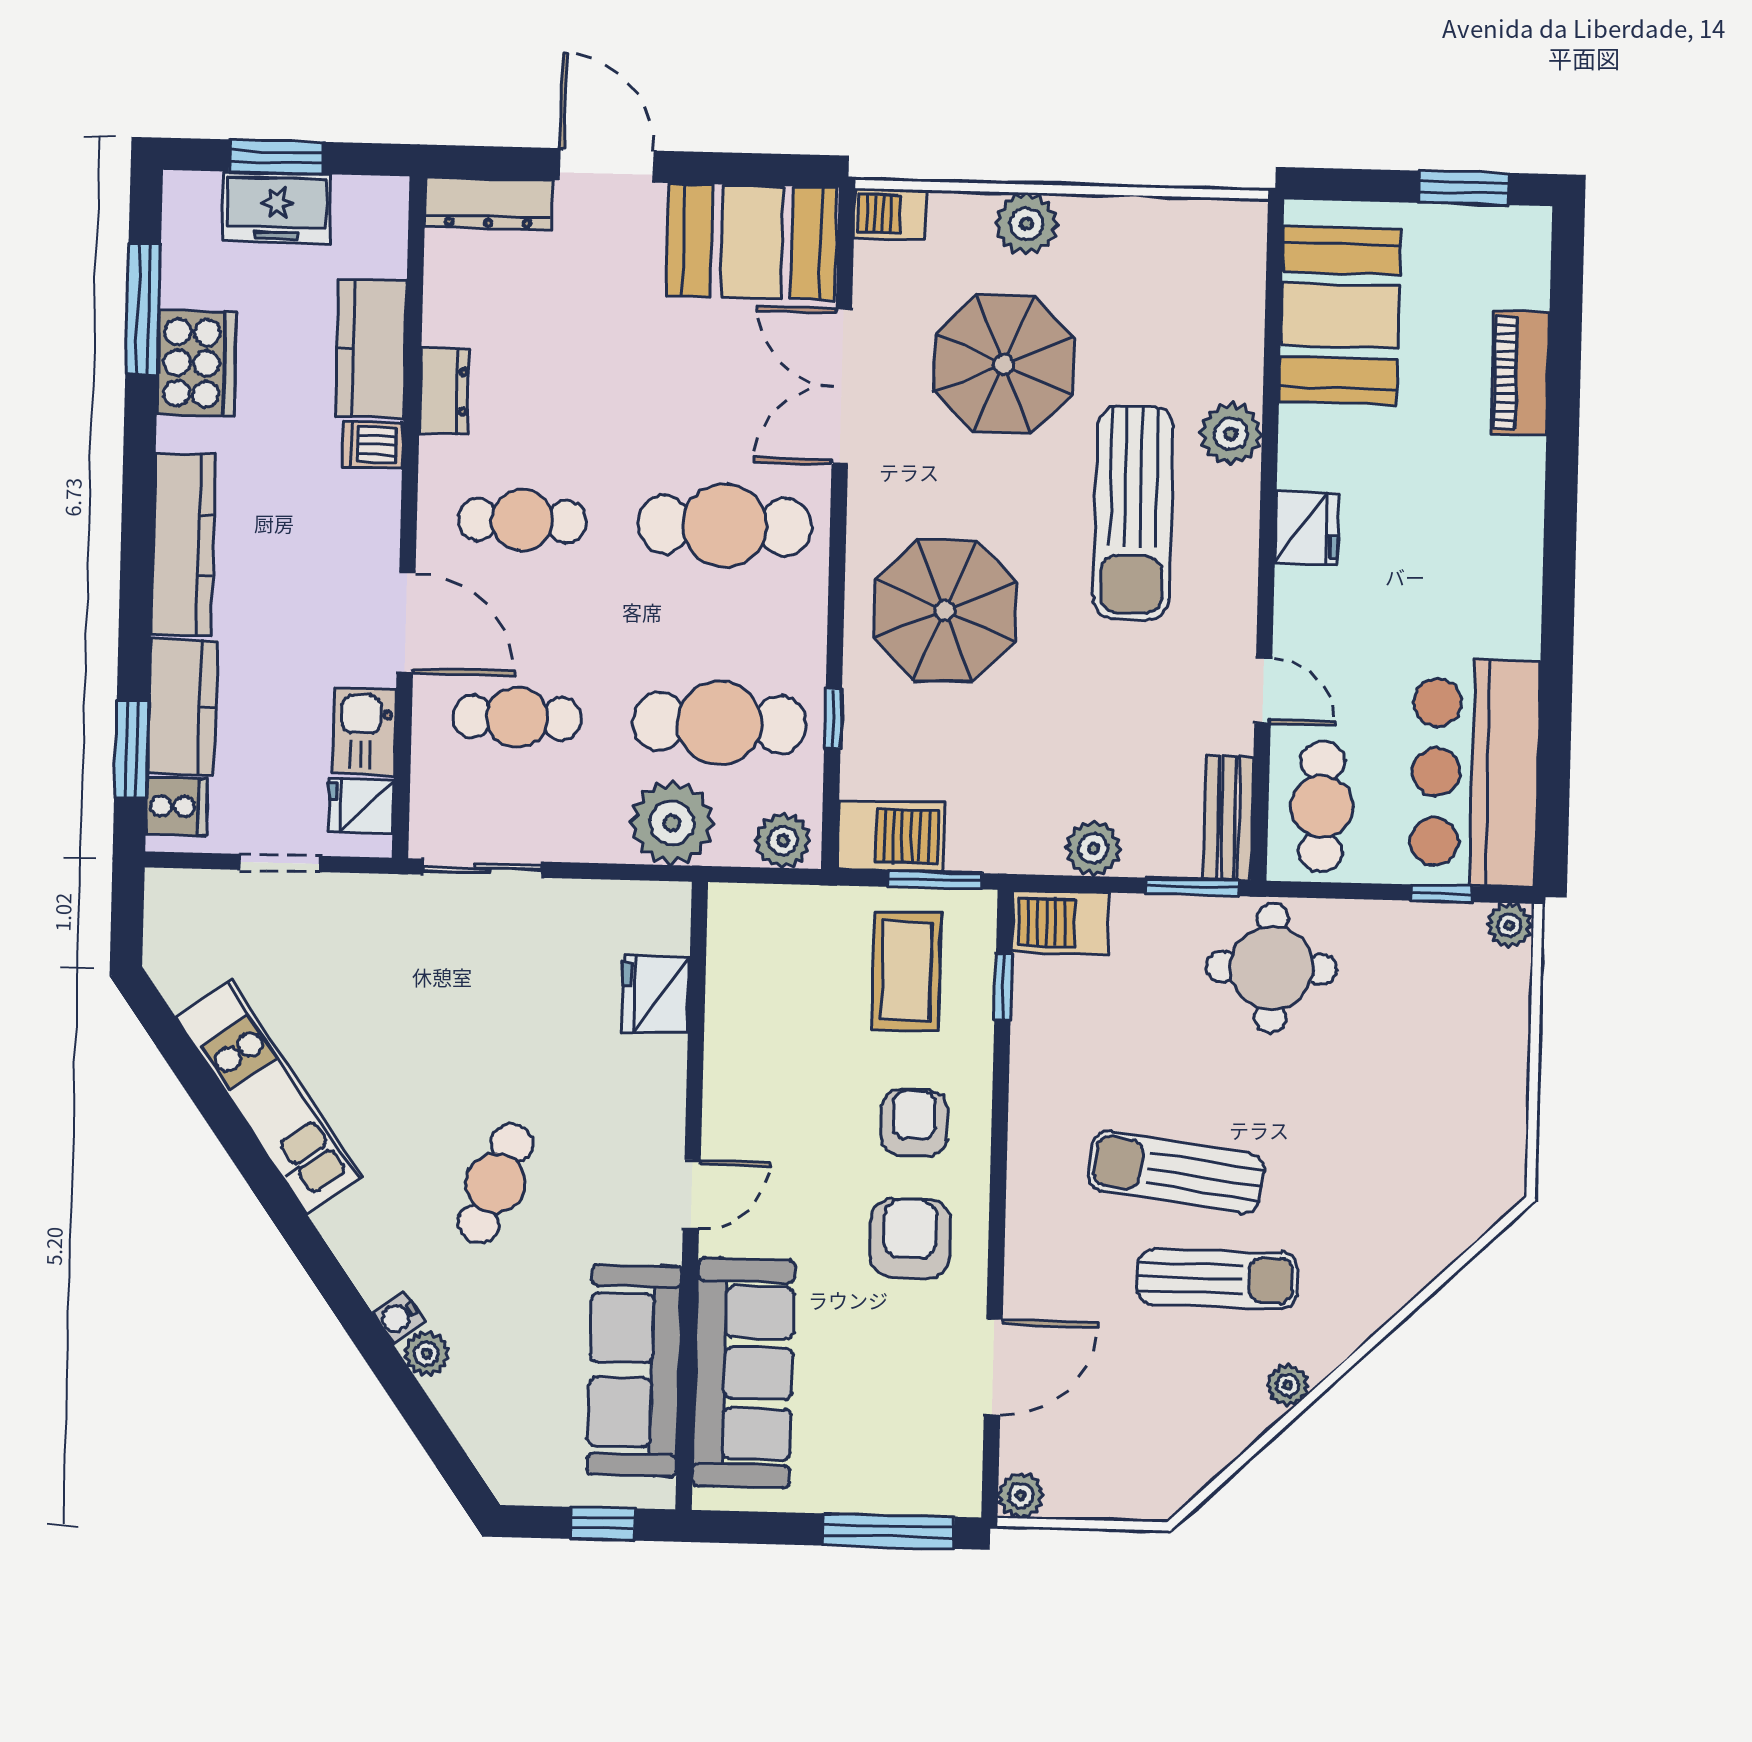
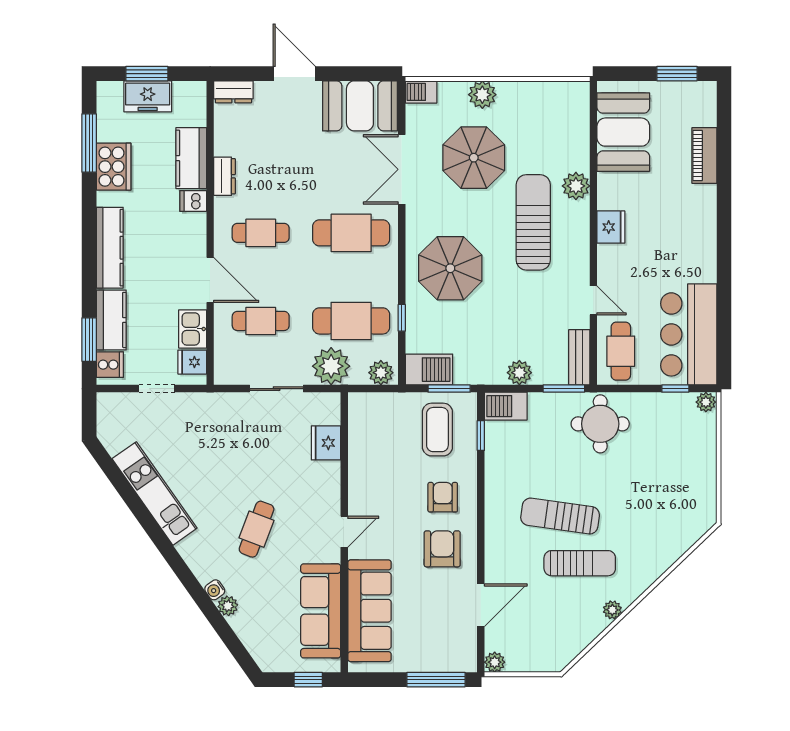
dresser: (489, 203) -> (233, 92), width x0.70
sun lounger: (1133, 513) -> (533, 222), turned 180
sliding door: (483, 868) -> (277, 389), moved

